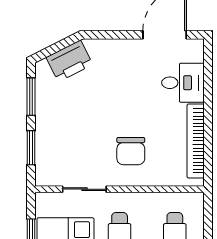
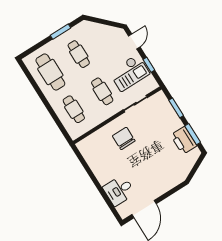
printer: (69, 61) -> (184, 140), moved, turned -63
bookcase: (196, 141) -> (94, 165), removed

